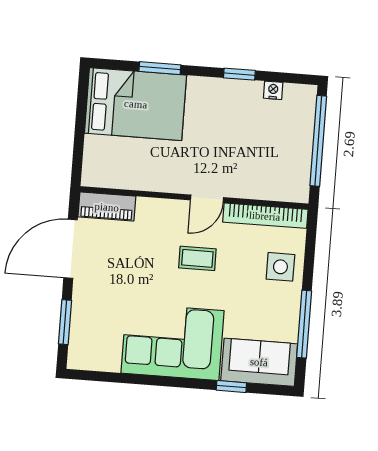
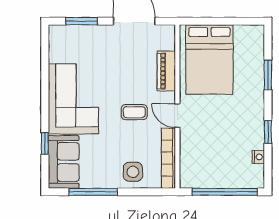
bed: (136, 104) -> (209, 60), moved
piano: (107, 207) -> (166, 71), moved
coffee table: (197, 258) -> (134, 112), turned 90

